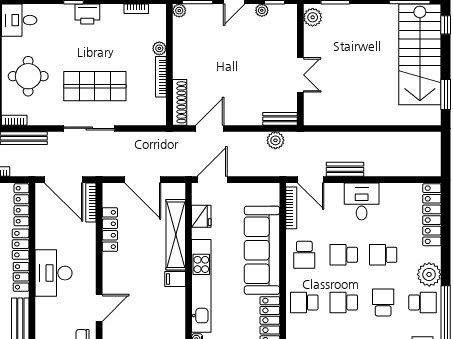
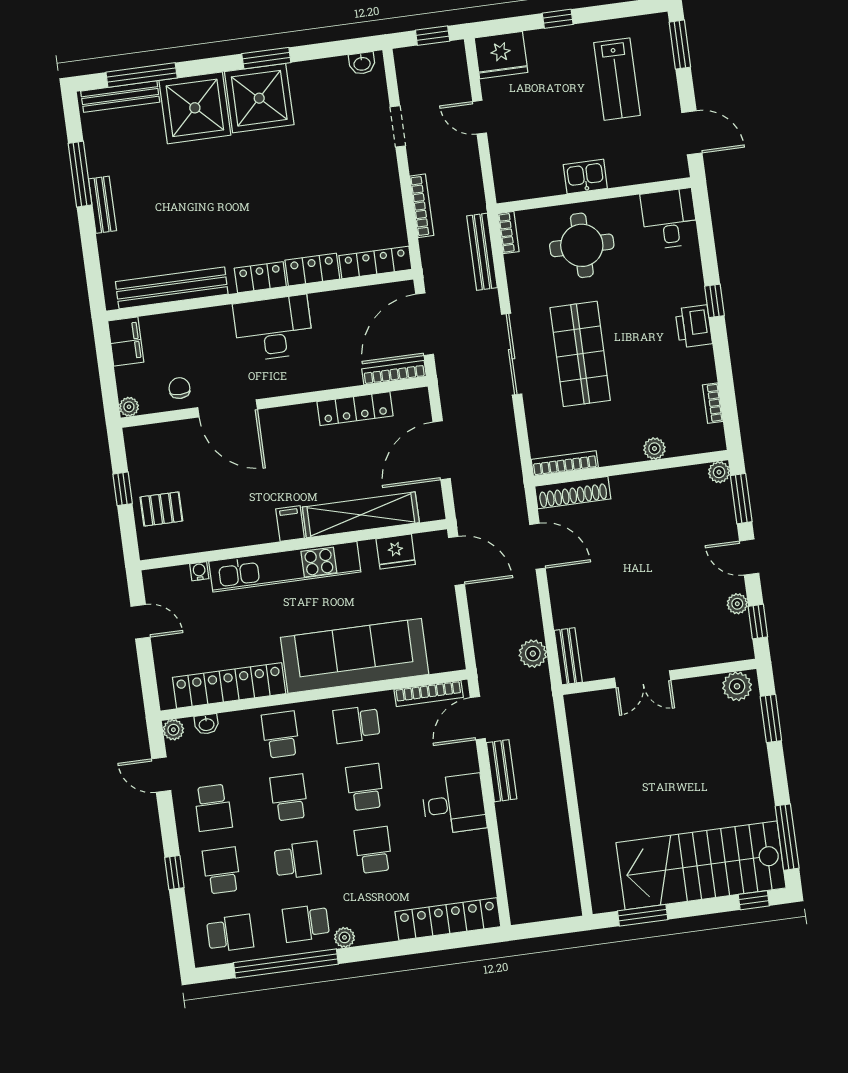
bookcase: (161, 77) -> (565, 463), moved
plant: (429, 274) -> (344, 937), width x0.53, depth x0.53
school desk: (423, 302) -> (306, 923), turned 90
door: (99, 308) -> (228, 408), width x1.36

